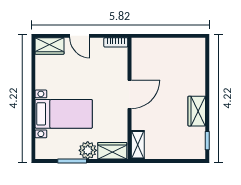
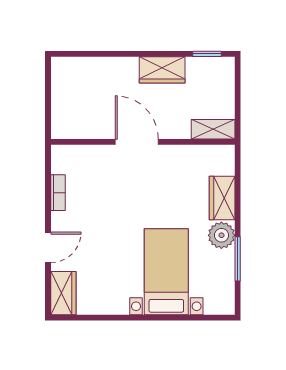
door: (129, 94) -> (137, 142), moved
wall: (129, 98) -> (143, 142), moved
shelving: (138, 145) -> (213, 129), moved

